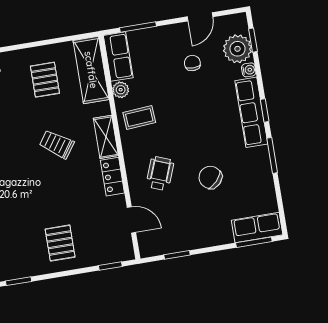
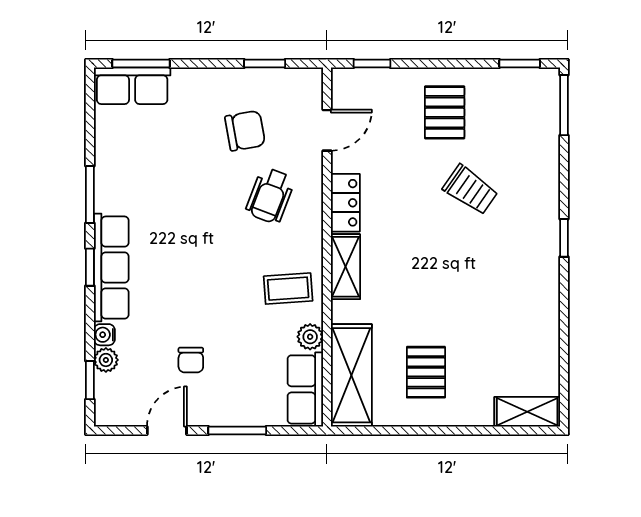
window: (138, 27) -> (237, 430), moved
plant: (237, 49) -> (106, 360), width x0.53, depth x0.53
trolley: (57, 144) -> (470, 190), moved
chair: (210, 177) -> (245, 131), moved, turned -53
door: (131, 220) -> (327, 130), swing flipped

